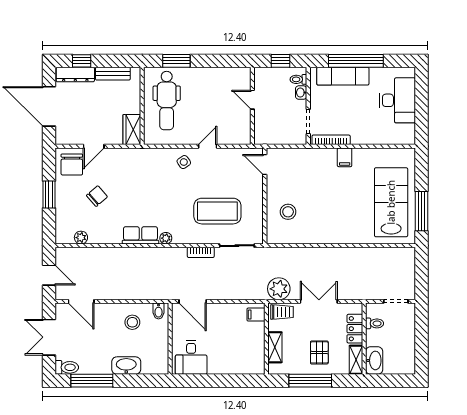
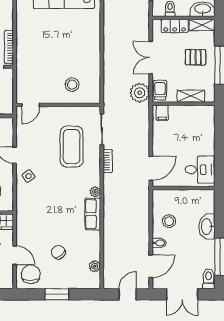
filing cabinet: (345, 157) -> (24, 35), removed
chair: (72, 165) -> (31, 274), turned -90
bidet: (159, 311) -> (159, 243), moved

